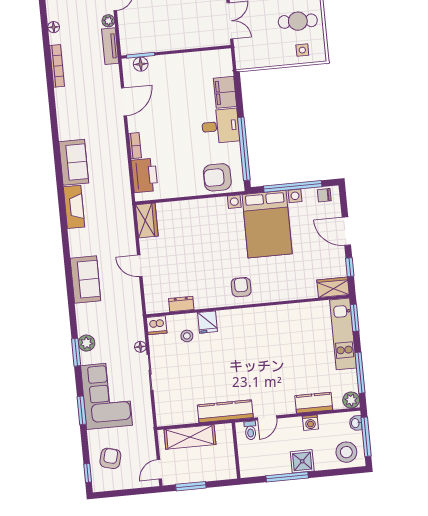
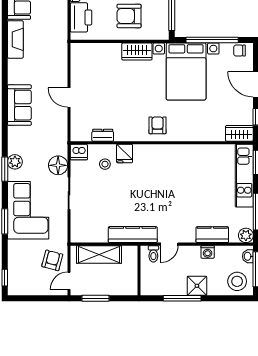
armchair: (217, 177) -> (129, 16), moved
wardrobe: (147, 220) -> (137, 51), moved, turned 90
floor lamp: (140, 347) -> (58, 165), width x1.89, depth x1.89
armchair: (110, 458) -> (52, 260), moved

